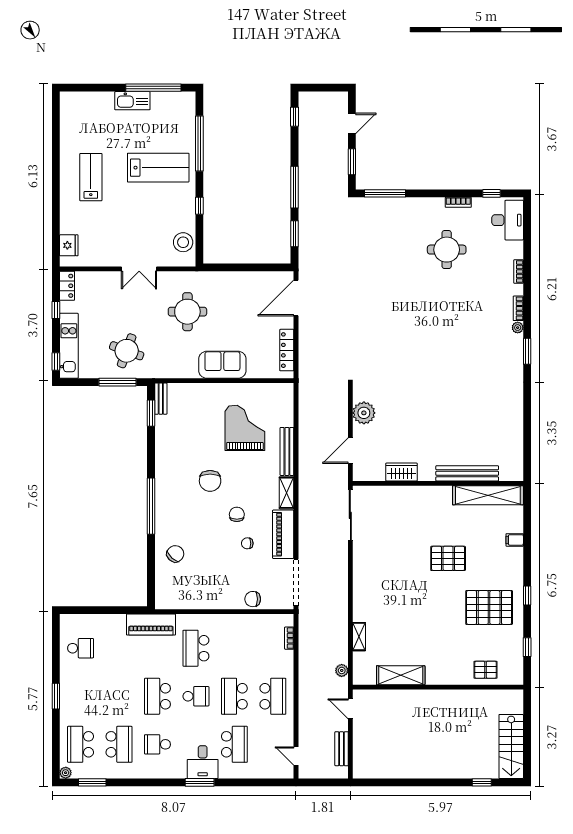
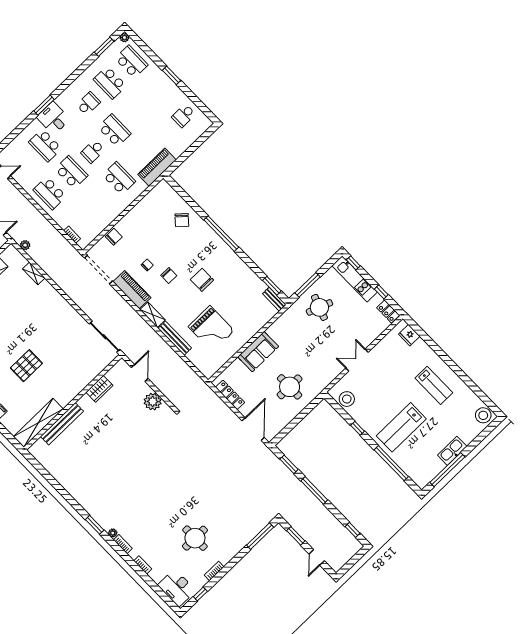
stool: (72, 106) -> (483, 415), added
round table: (187, 312) -> (290, 387), moved

